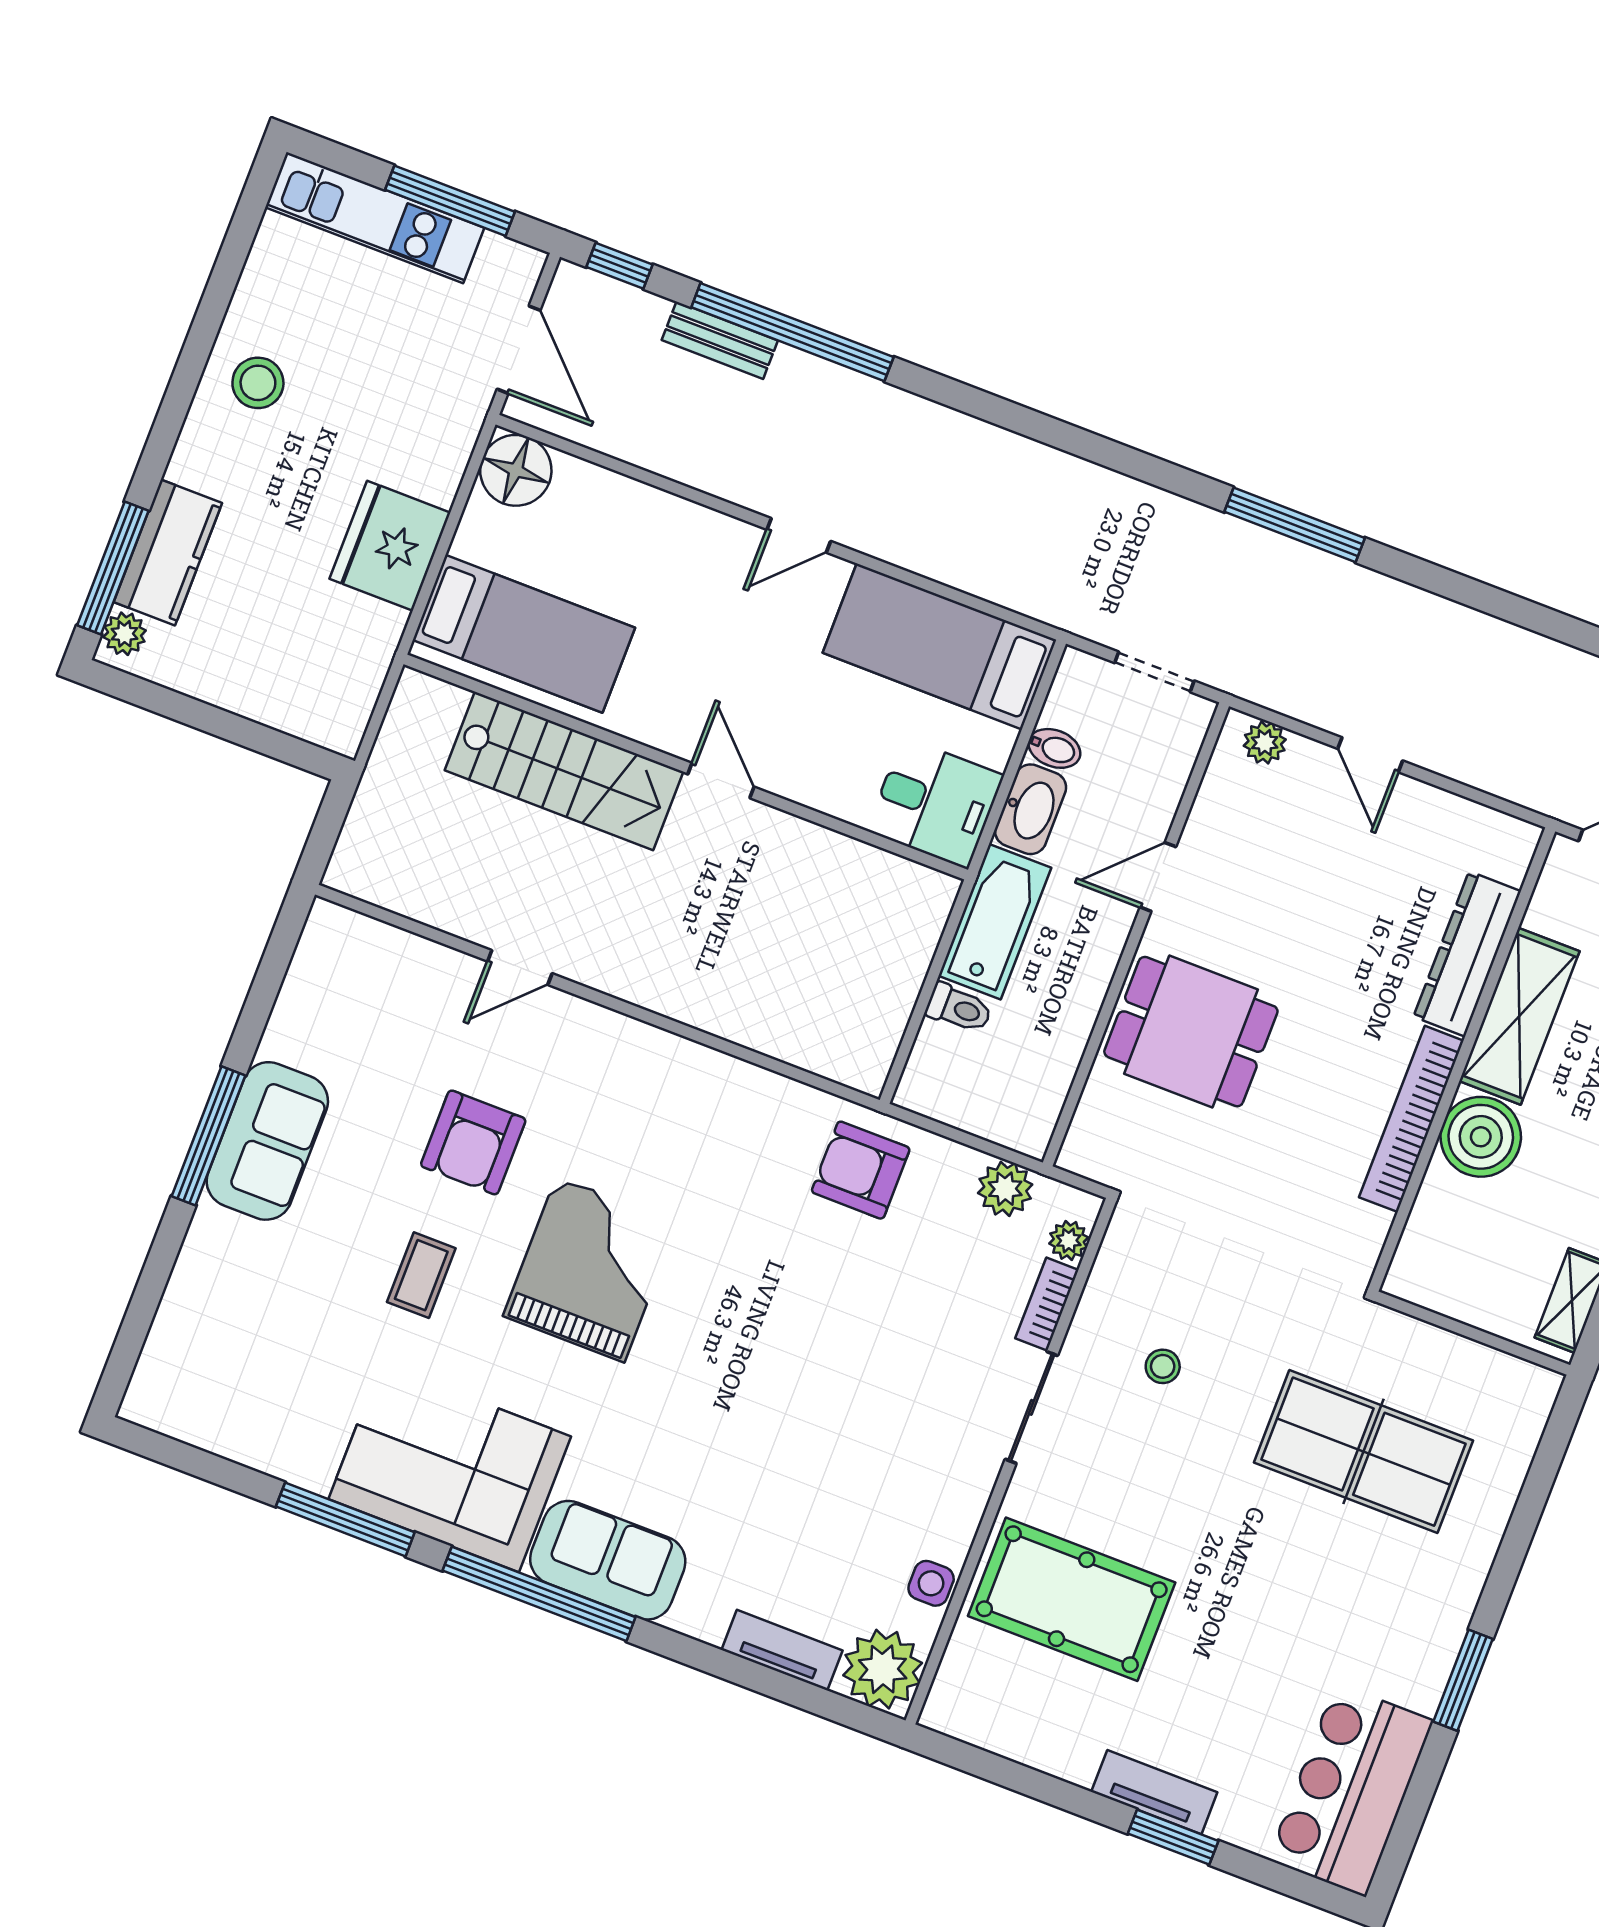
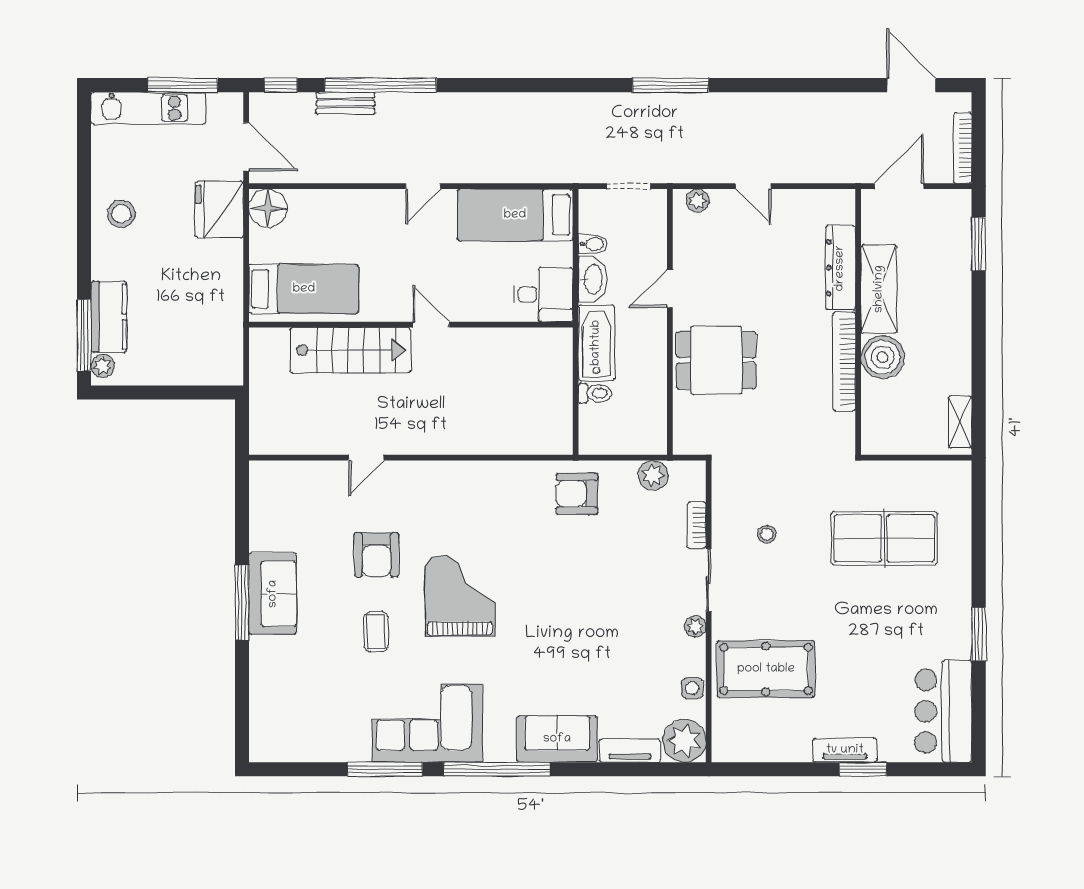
fridge: (390, 546) -> (219, 209), moved
plant: (1069, 1240) -> (695, 627), moved
sofa: (608, 1560) -> (557, 739), moved

